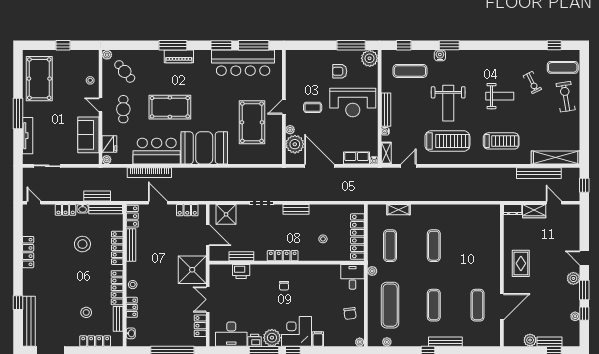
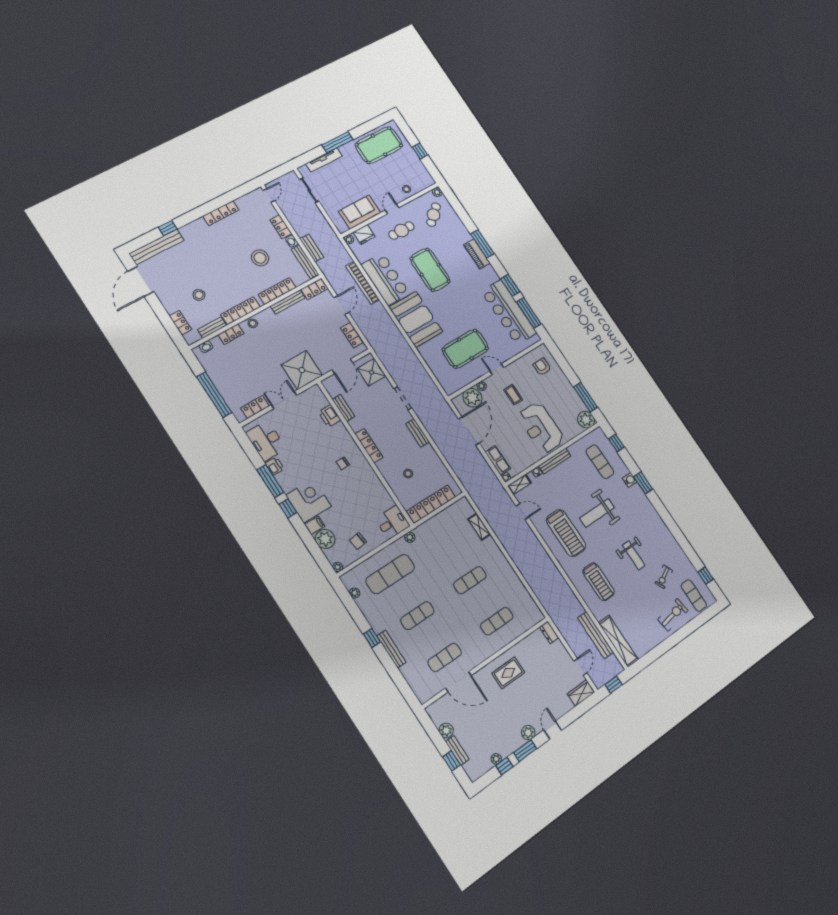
armchair: (340, 71) -> (542, 367), moved
wardrobe: (534, 211) -> (581, 693), moved, turned 90
exercise mat: (390, 246) -> (497, 621), moved
plant: (272, 338) -> (325, 539), moved
locker: (95, 341) -> (180, 323), width x0.66

